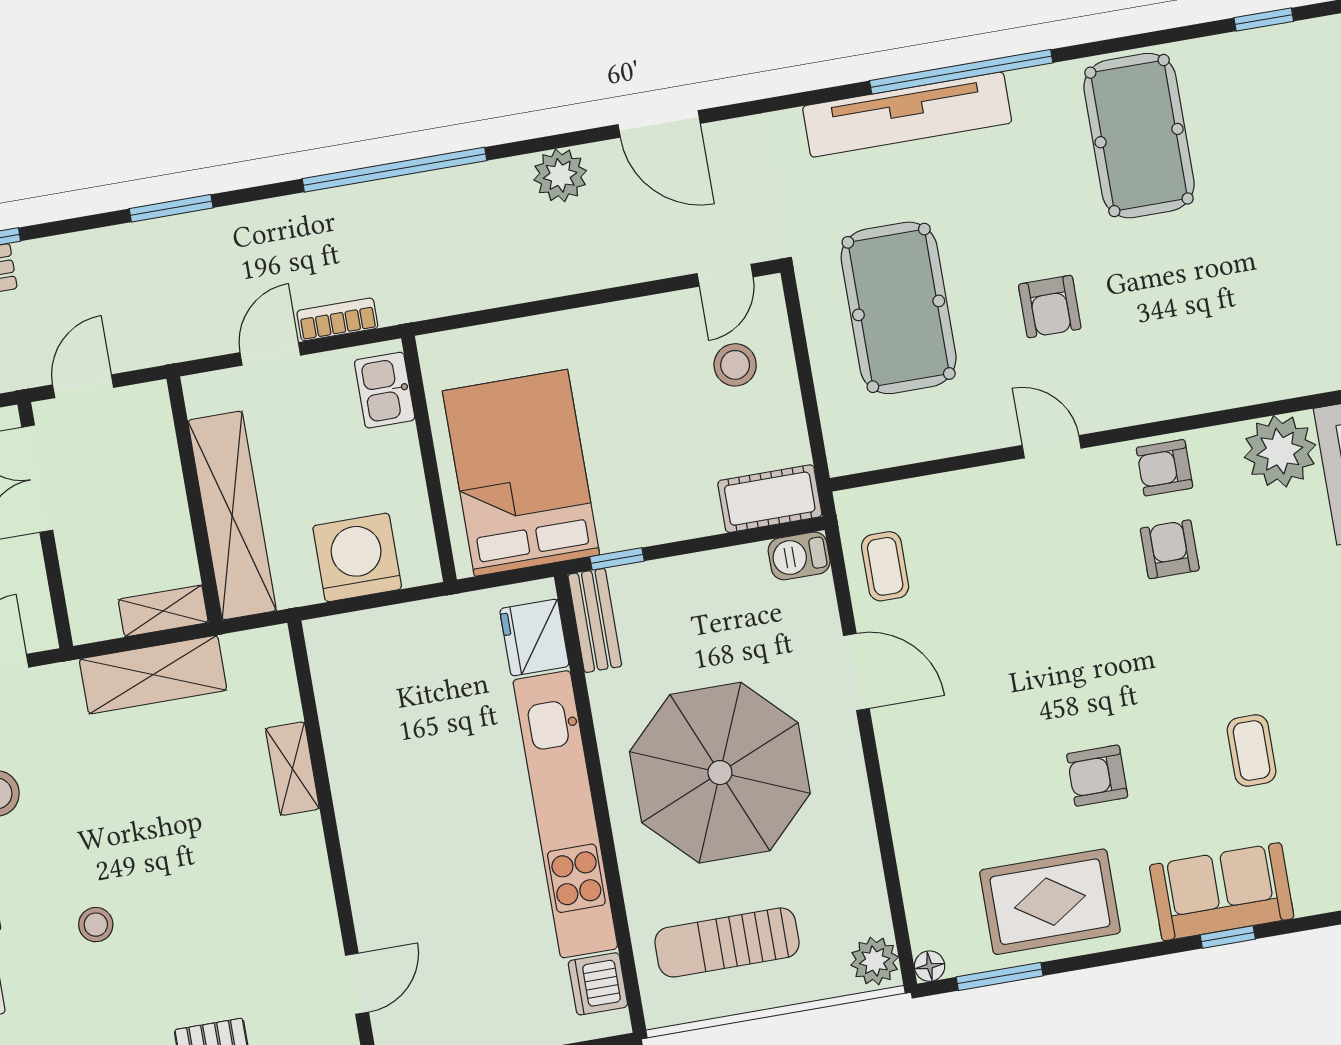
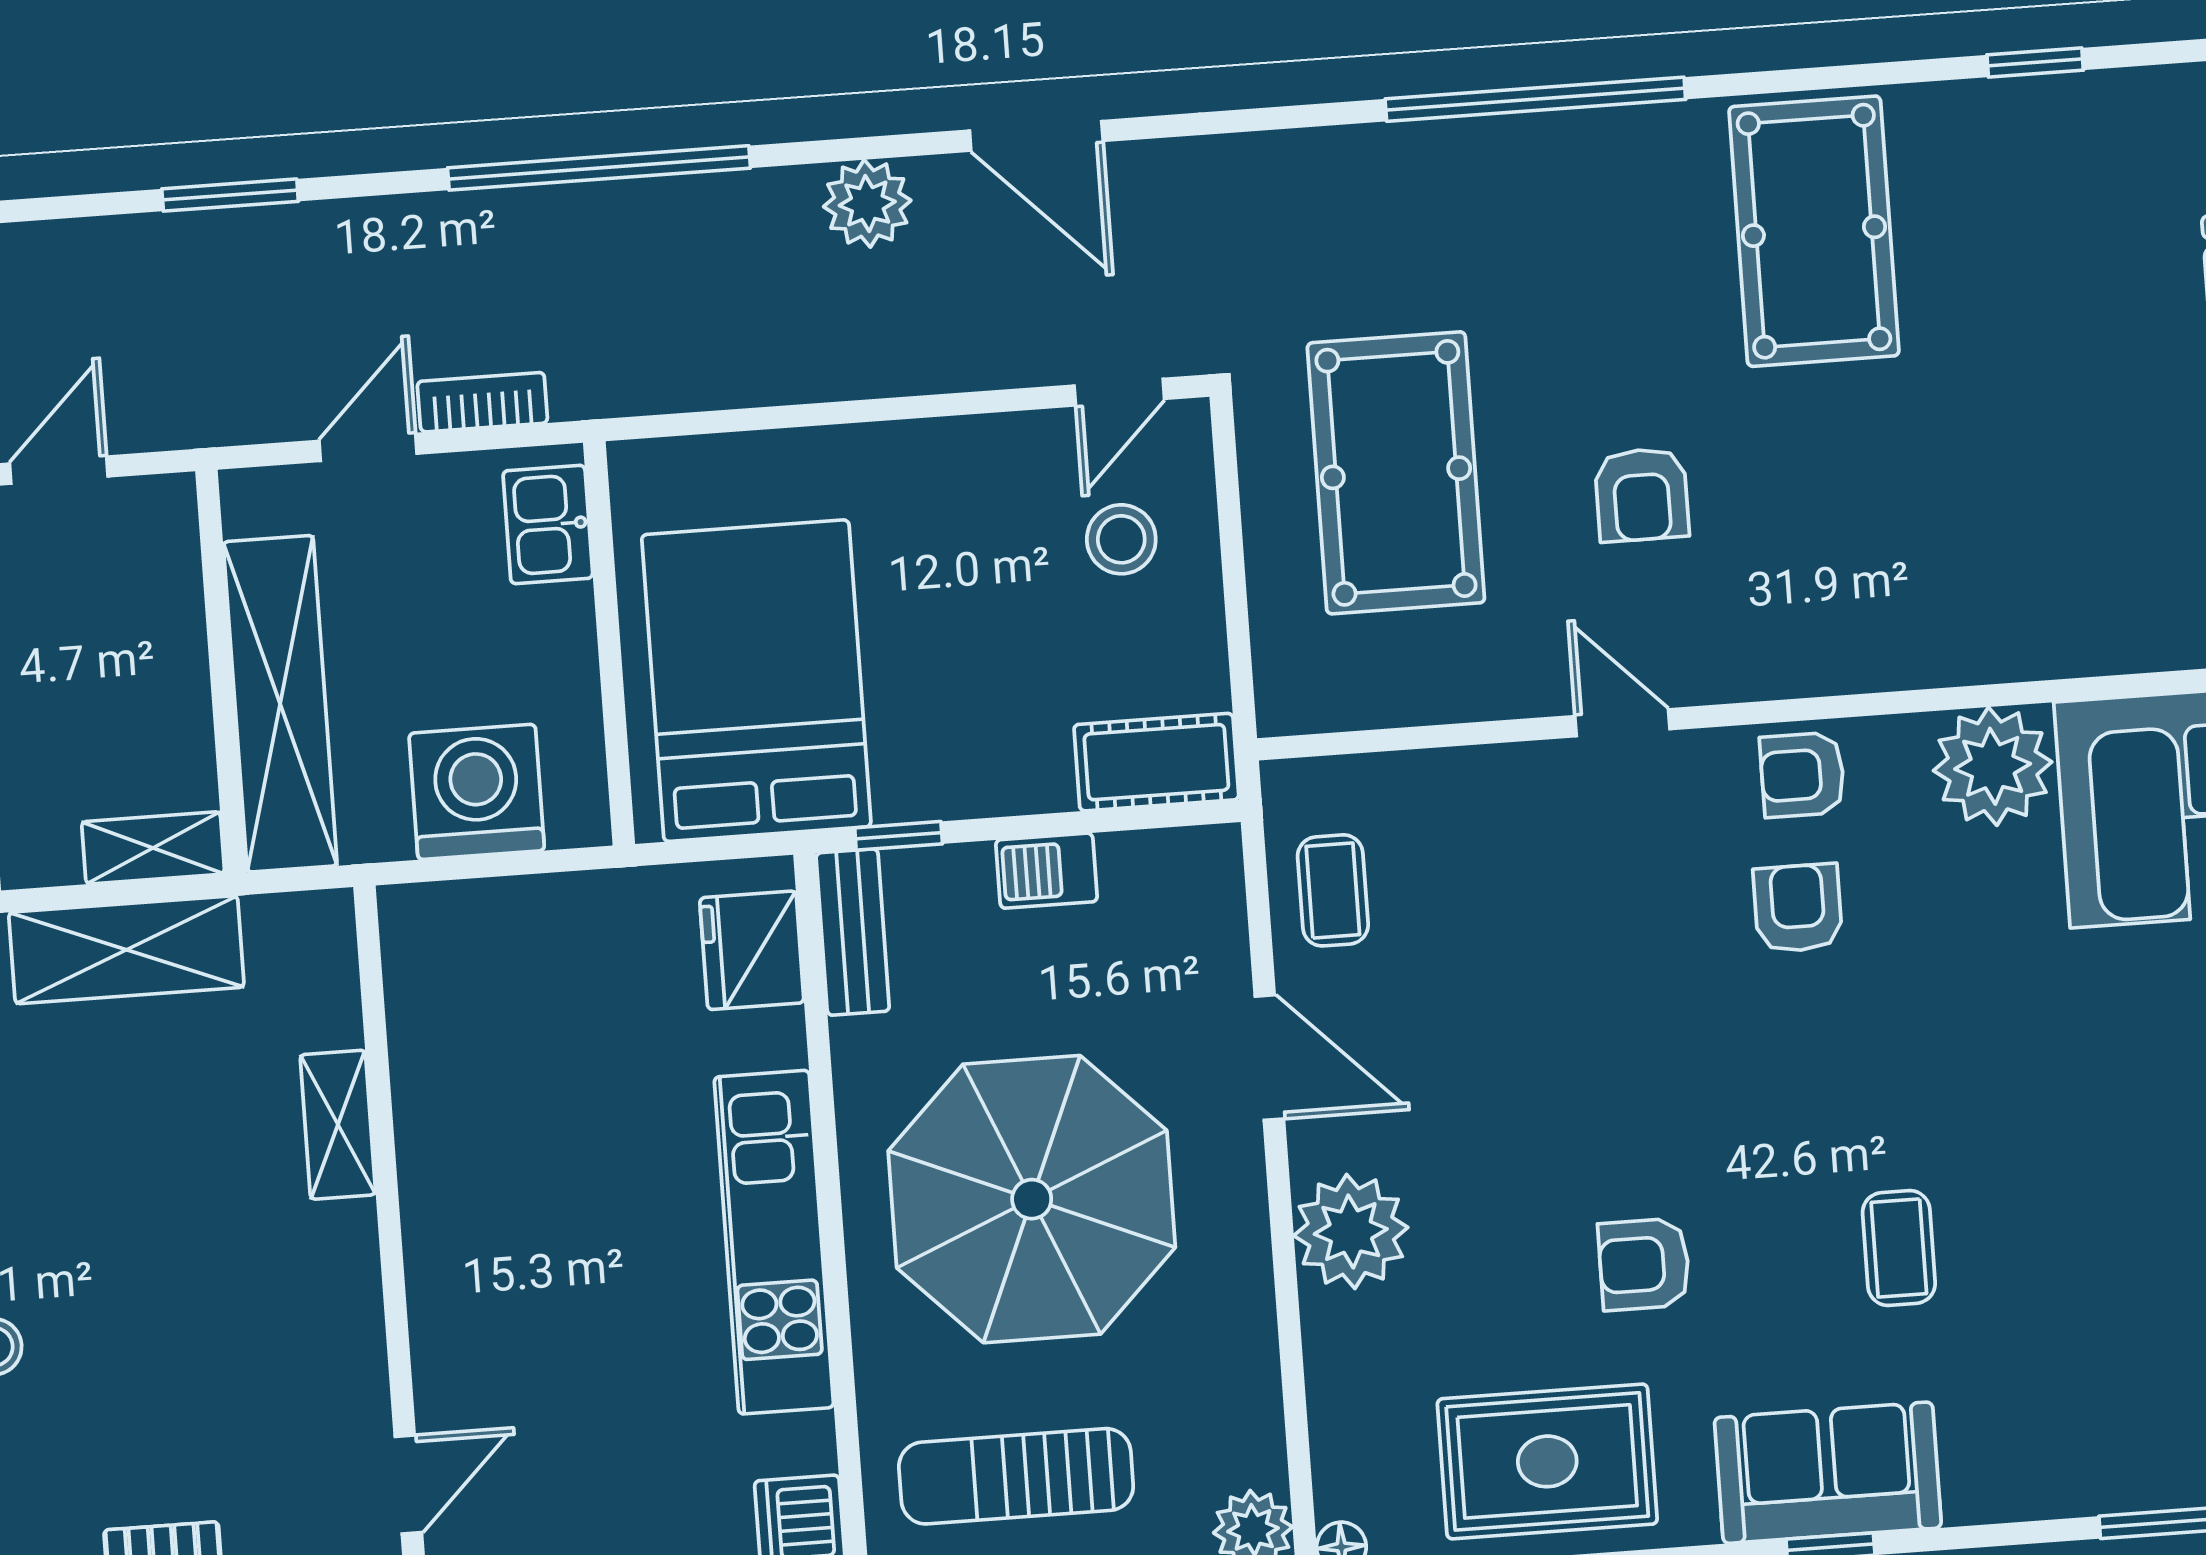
tv unit: (907, 115) -> (1441, 160), removed
barbecue: (799, 556) -> (1047, 871), moved
plant: (916, 773) -> (1351, 1232), added
kitchen unit: (565, 814) -> (774, 1242), width x0.73

